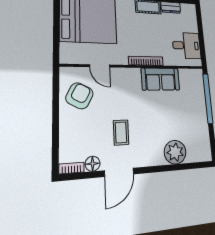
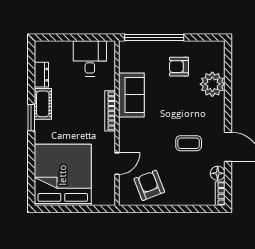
armchair: (80, 96) -> (149, 185), turned 42
armchair: (187, 120) -> (179, 67), added

